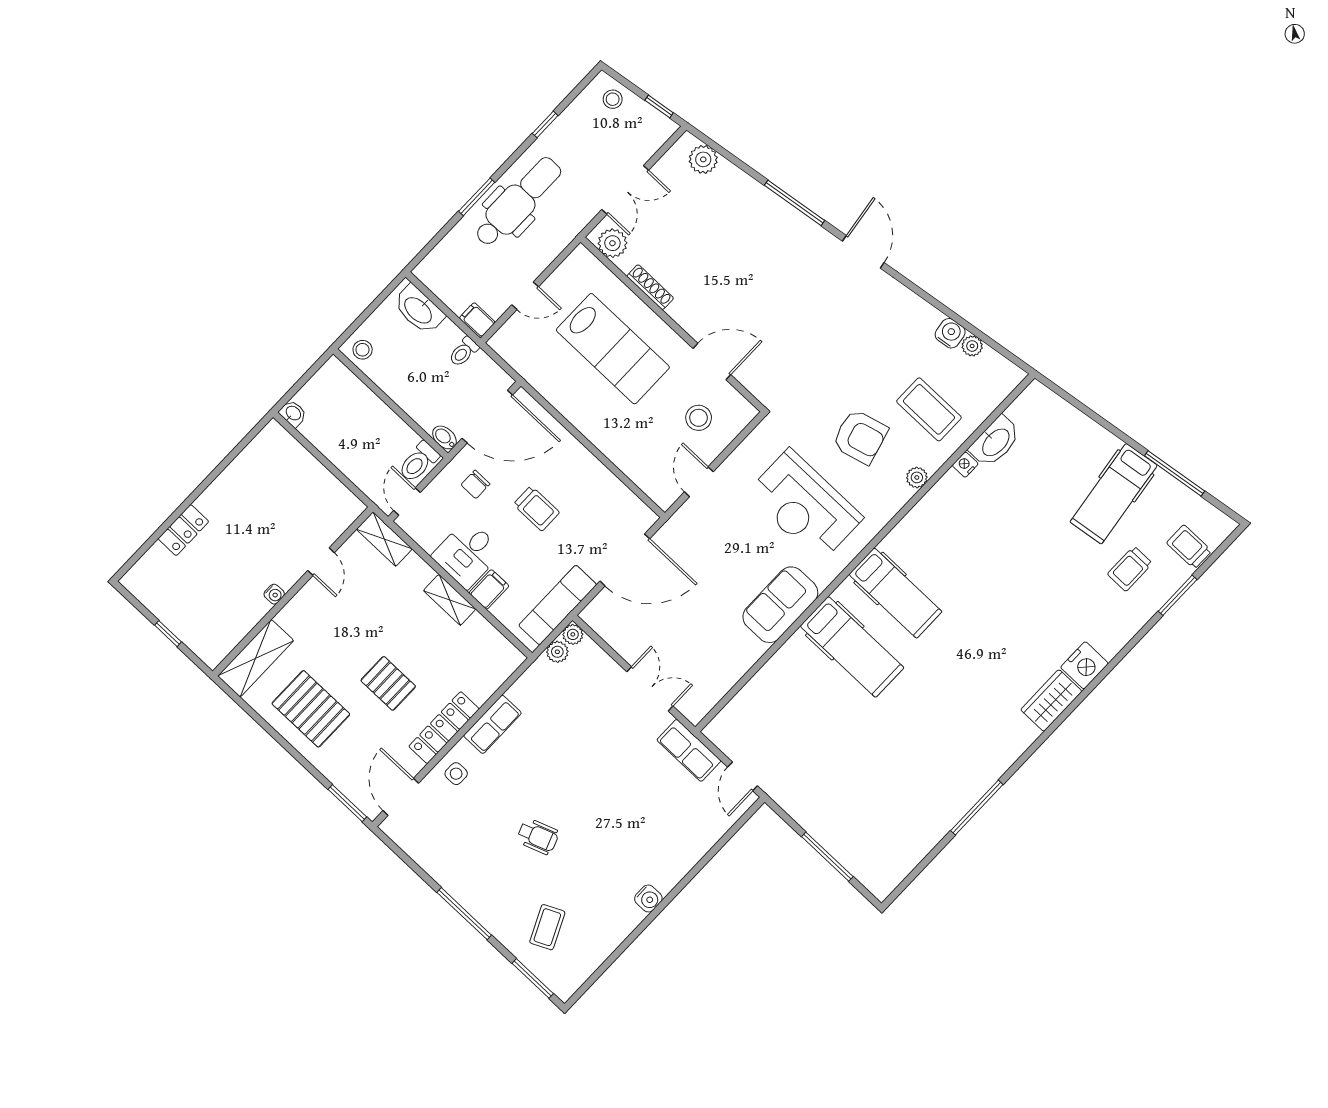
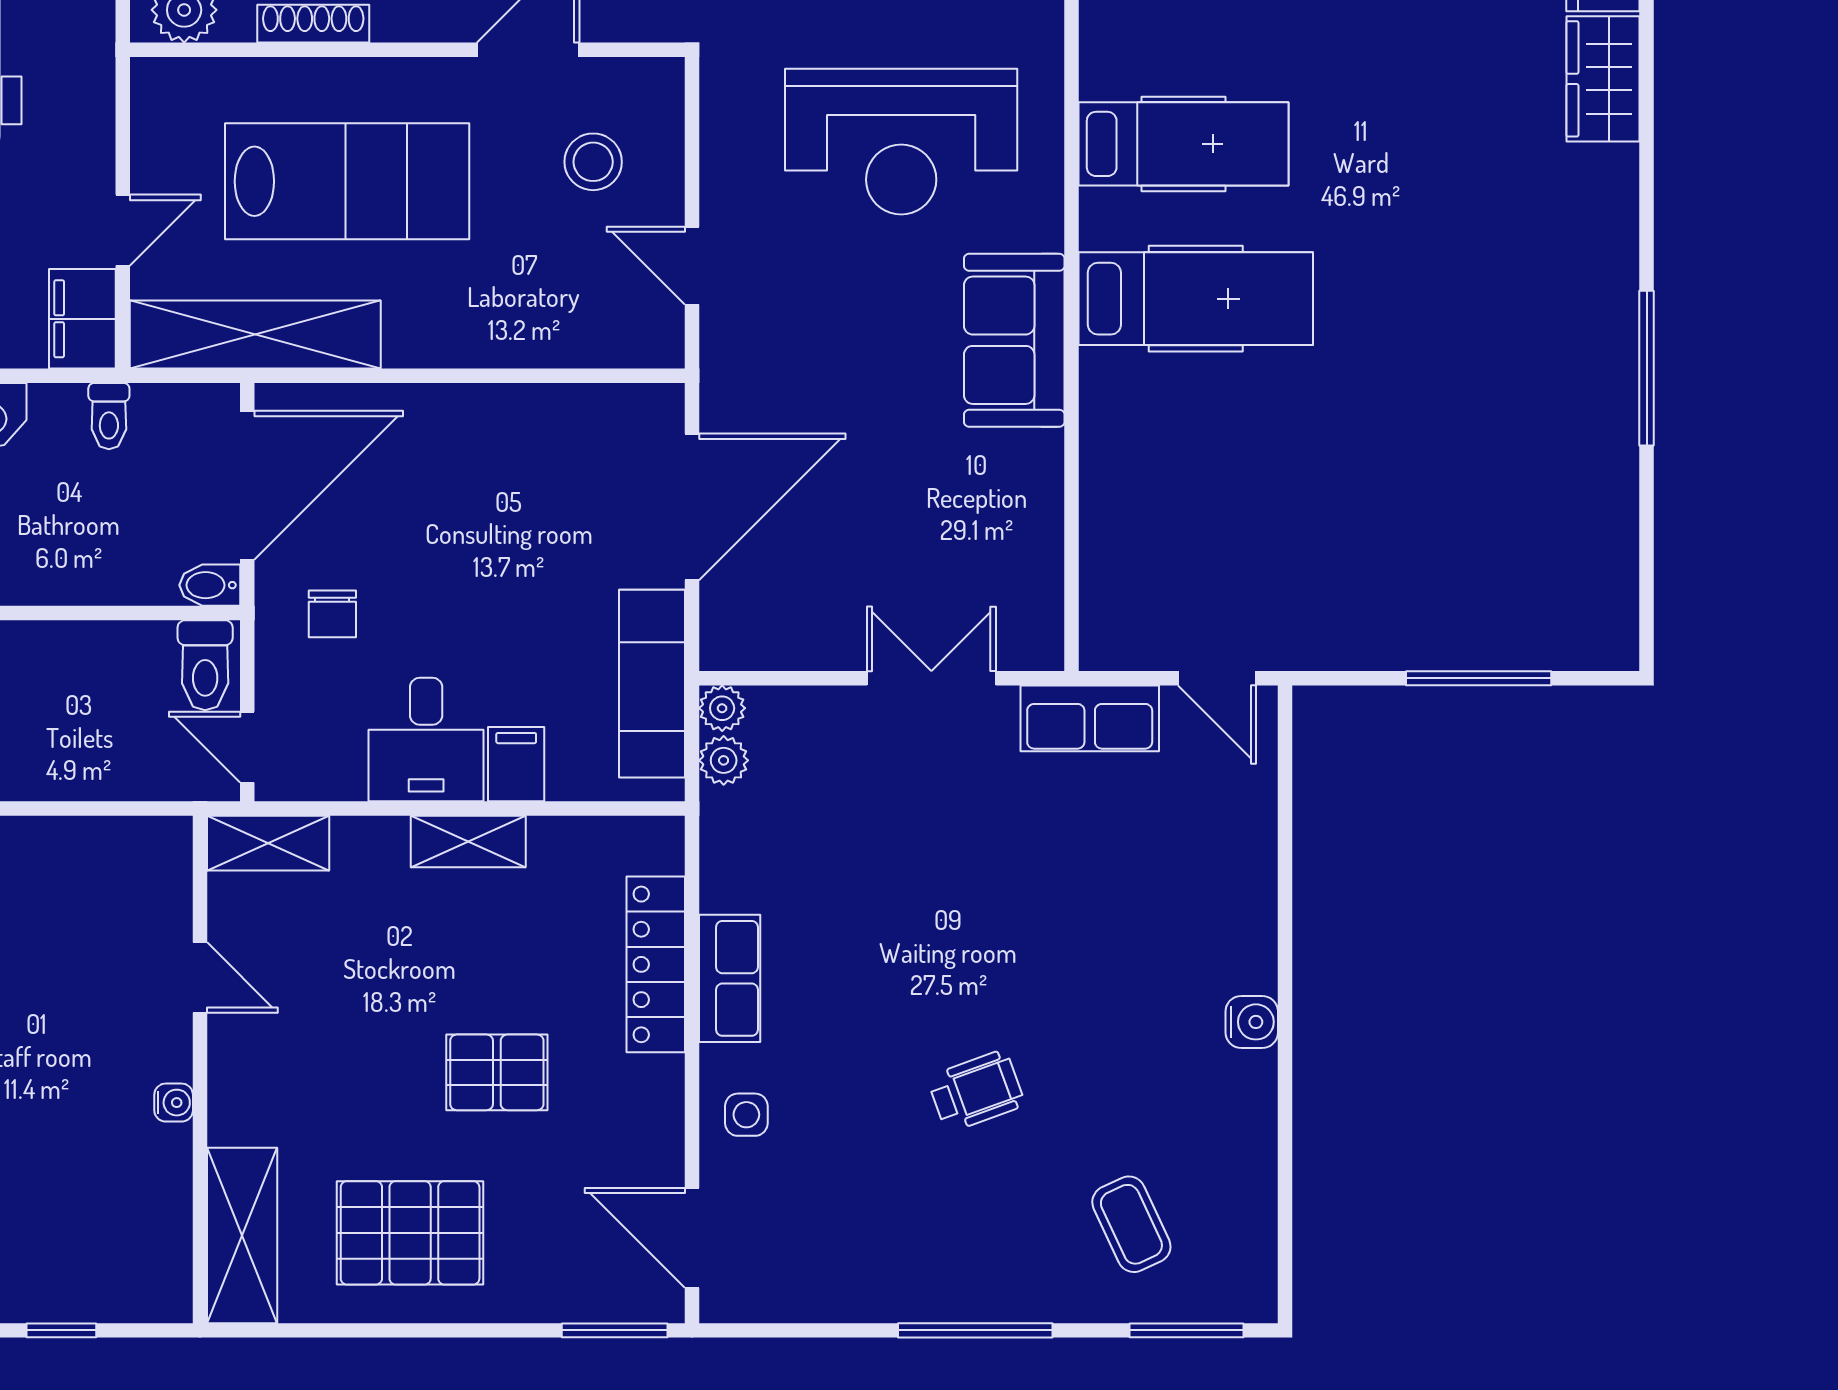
filing cabinet: (477, 320) -> (82, 319), width x2.00
shelving: (536, 370) -> (255, 334), added
trolley: (536, 508) -> (469, 559), removed
locker: (444, 728) -> (656, 964), moved

